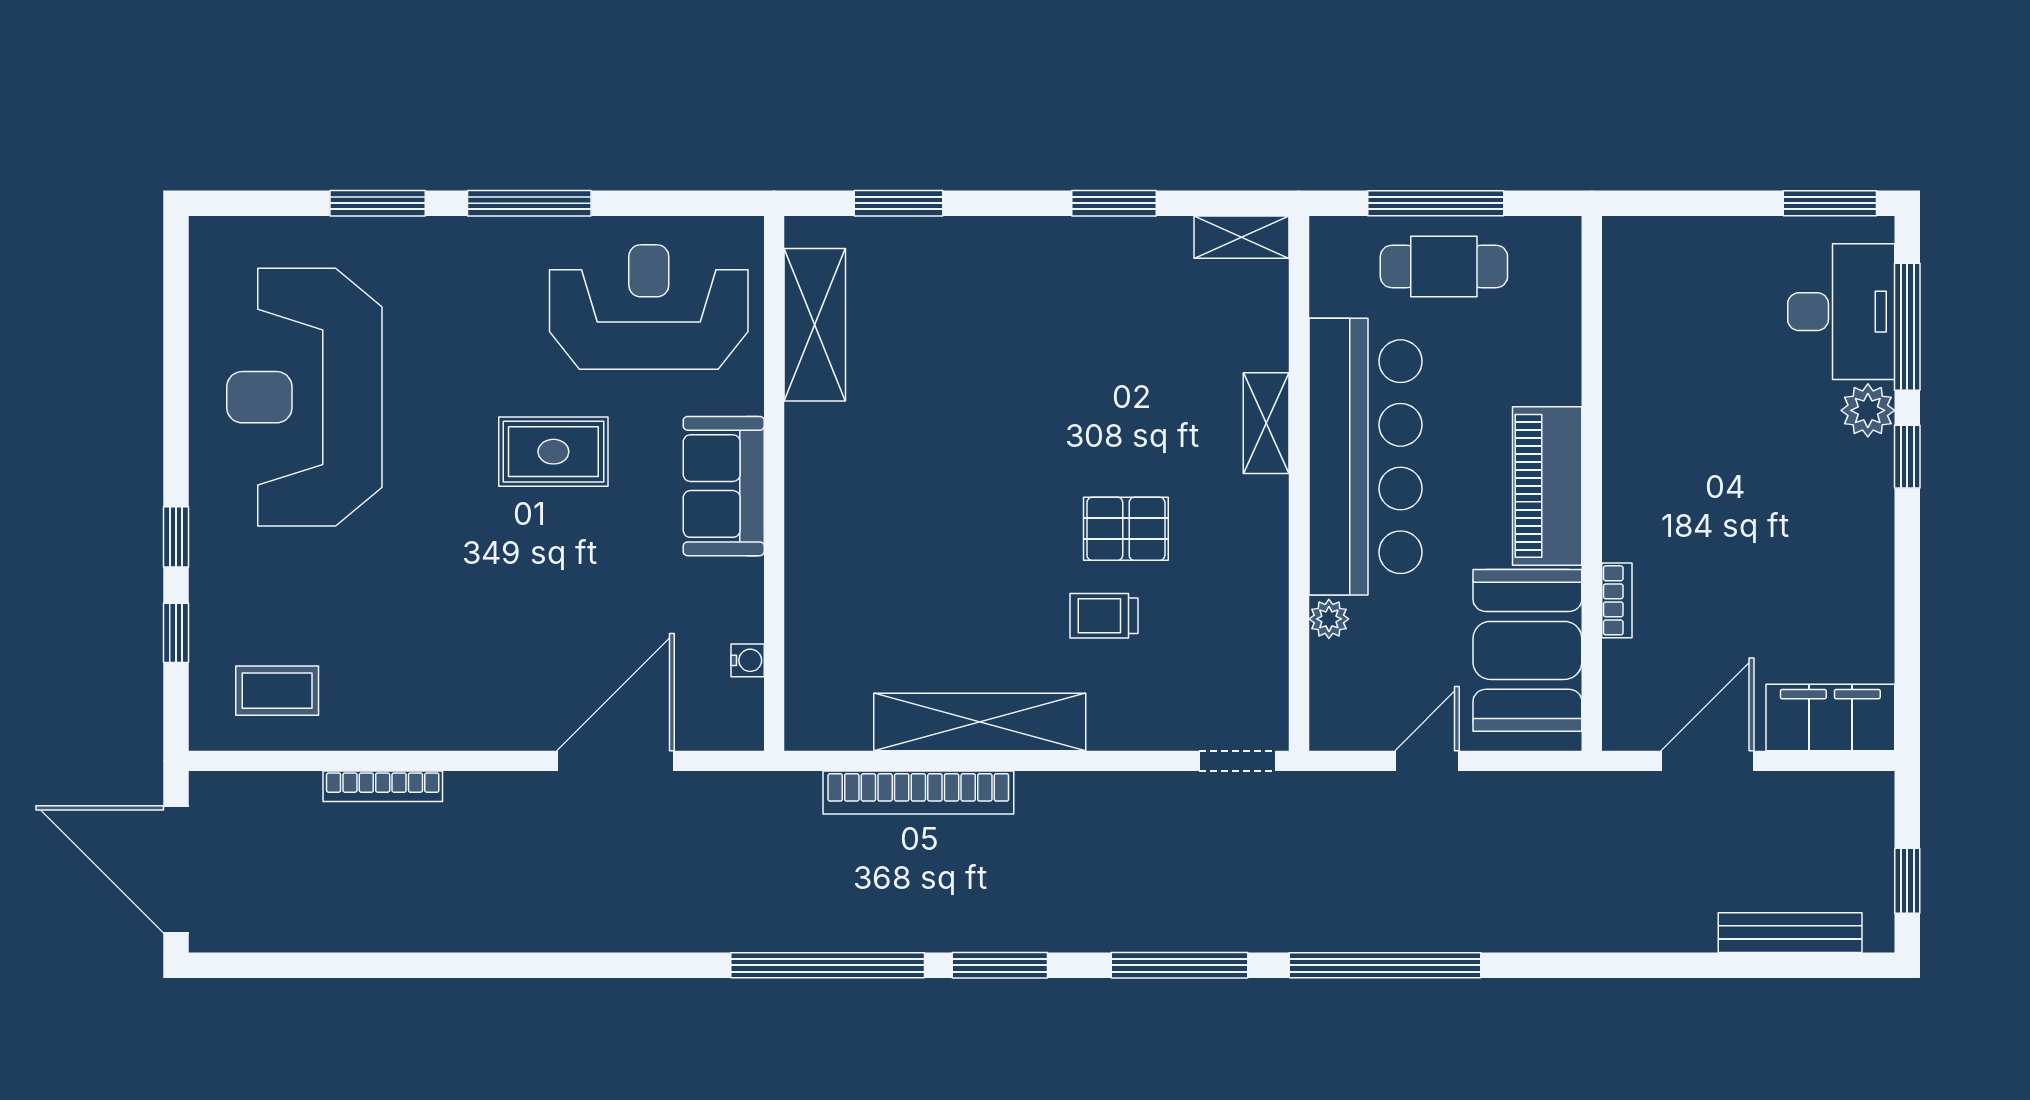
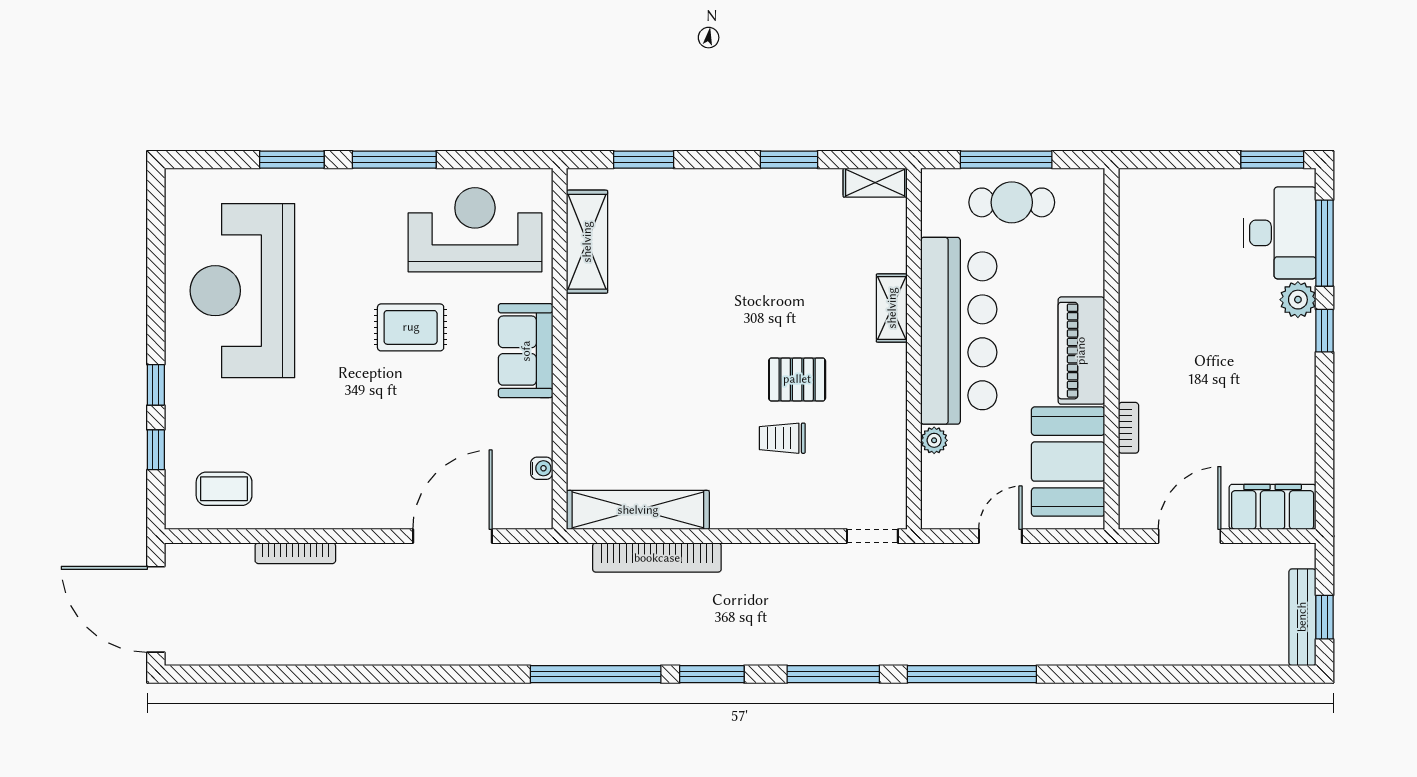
shelving: (980, 722) -> (638, 510), moved
bench: (1790, 933) -> (1302, 617), moved, turned 90

